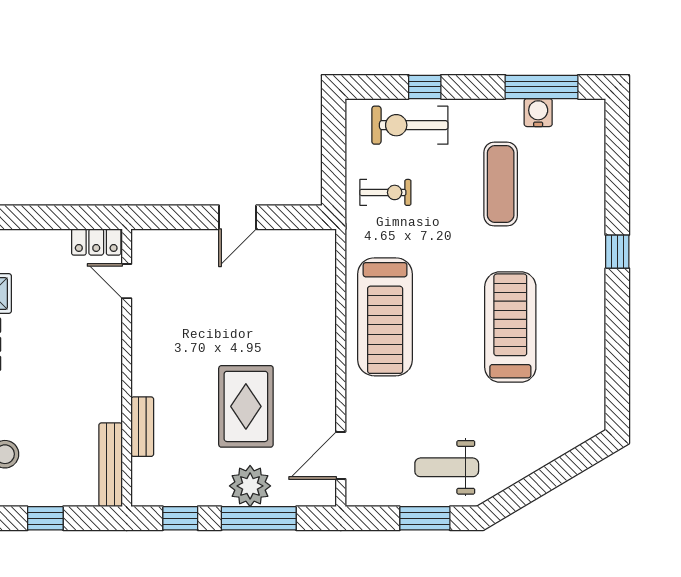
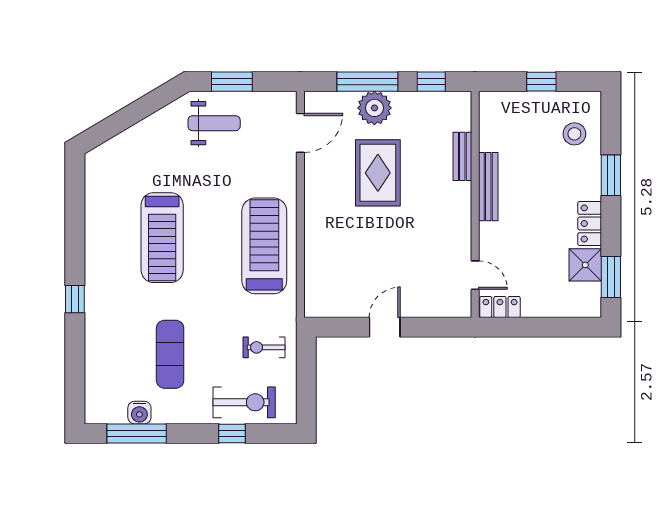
bench: (111, 465) -> (488, 187), moved

